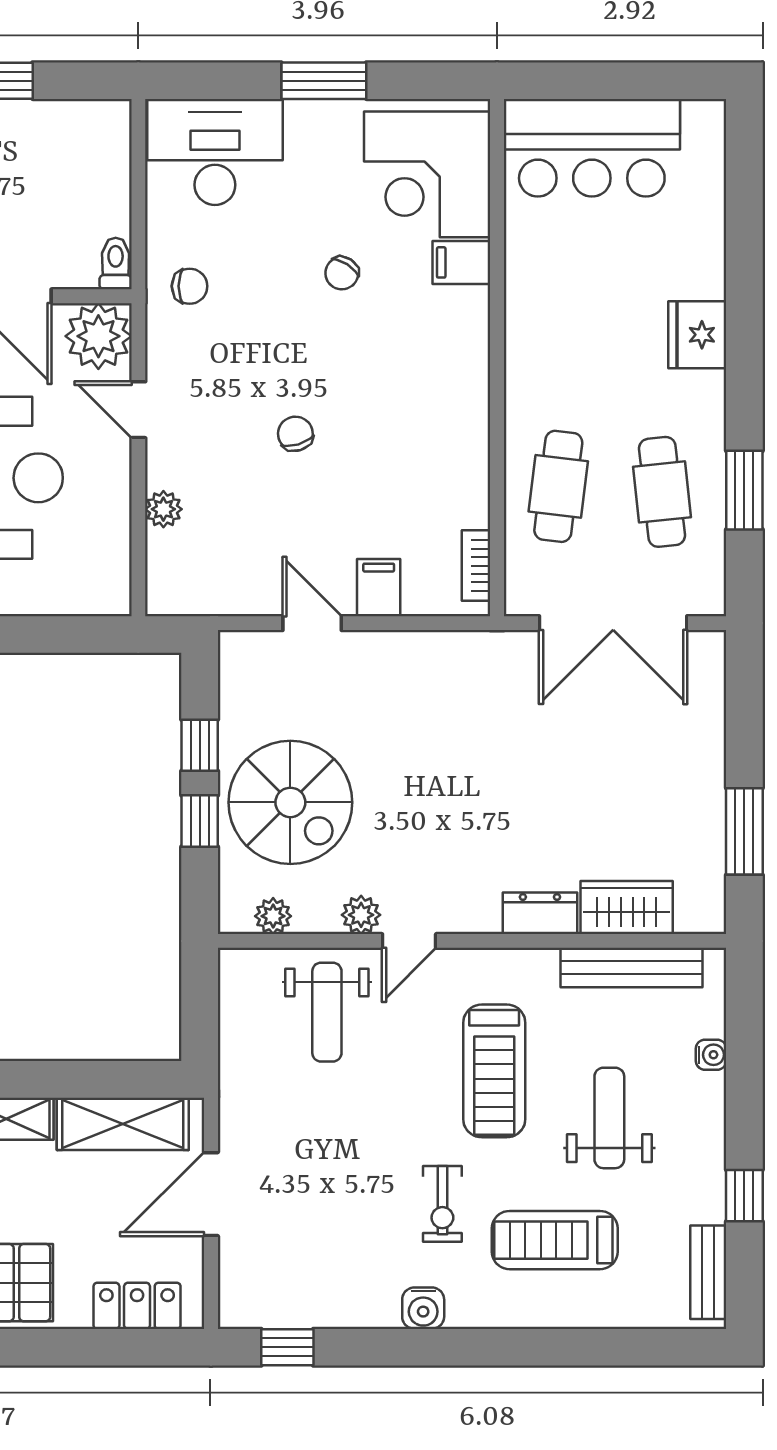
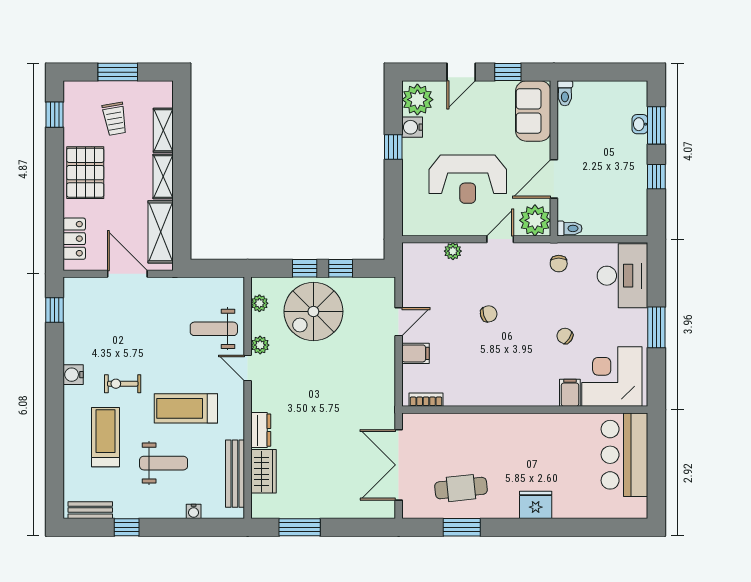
cafe table: (558, 486) -> (464, 439), removed

